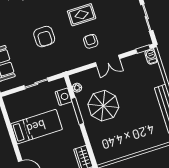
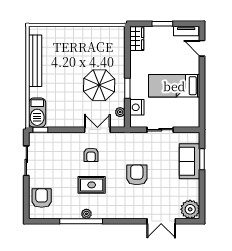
barbecue: (151, 57) -> (37, 113), width x1.88, depth x1.53
double door: (107, 61) -> (97, 130), moved
window: (77, 111) -> (127, 88), width x0.69

